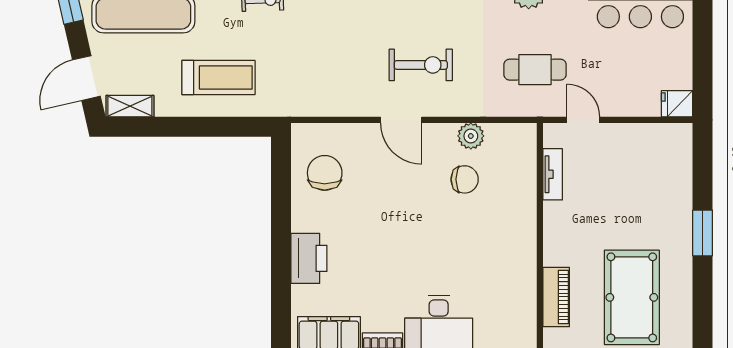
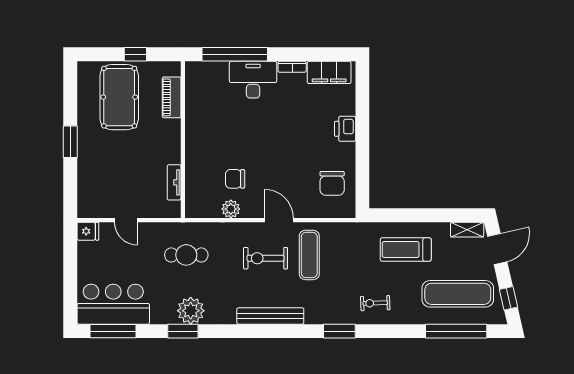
exercise mat: (358, 70) -> (309, 255), added
door: (583, 120) -> (126, 220), moved
printer: (309, 258) -> (345, 129), width x0.73, depth x0.84

